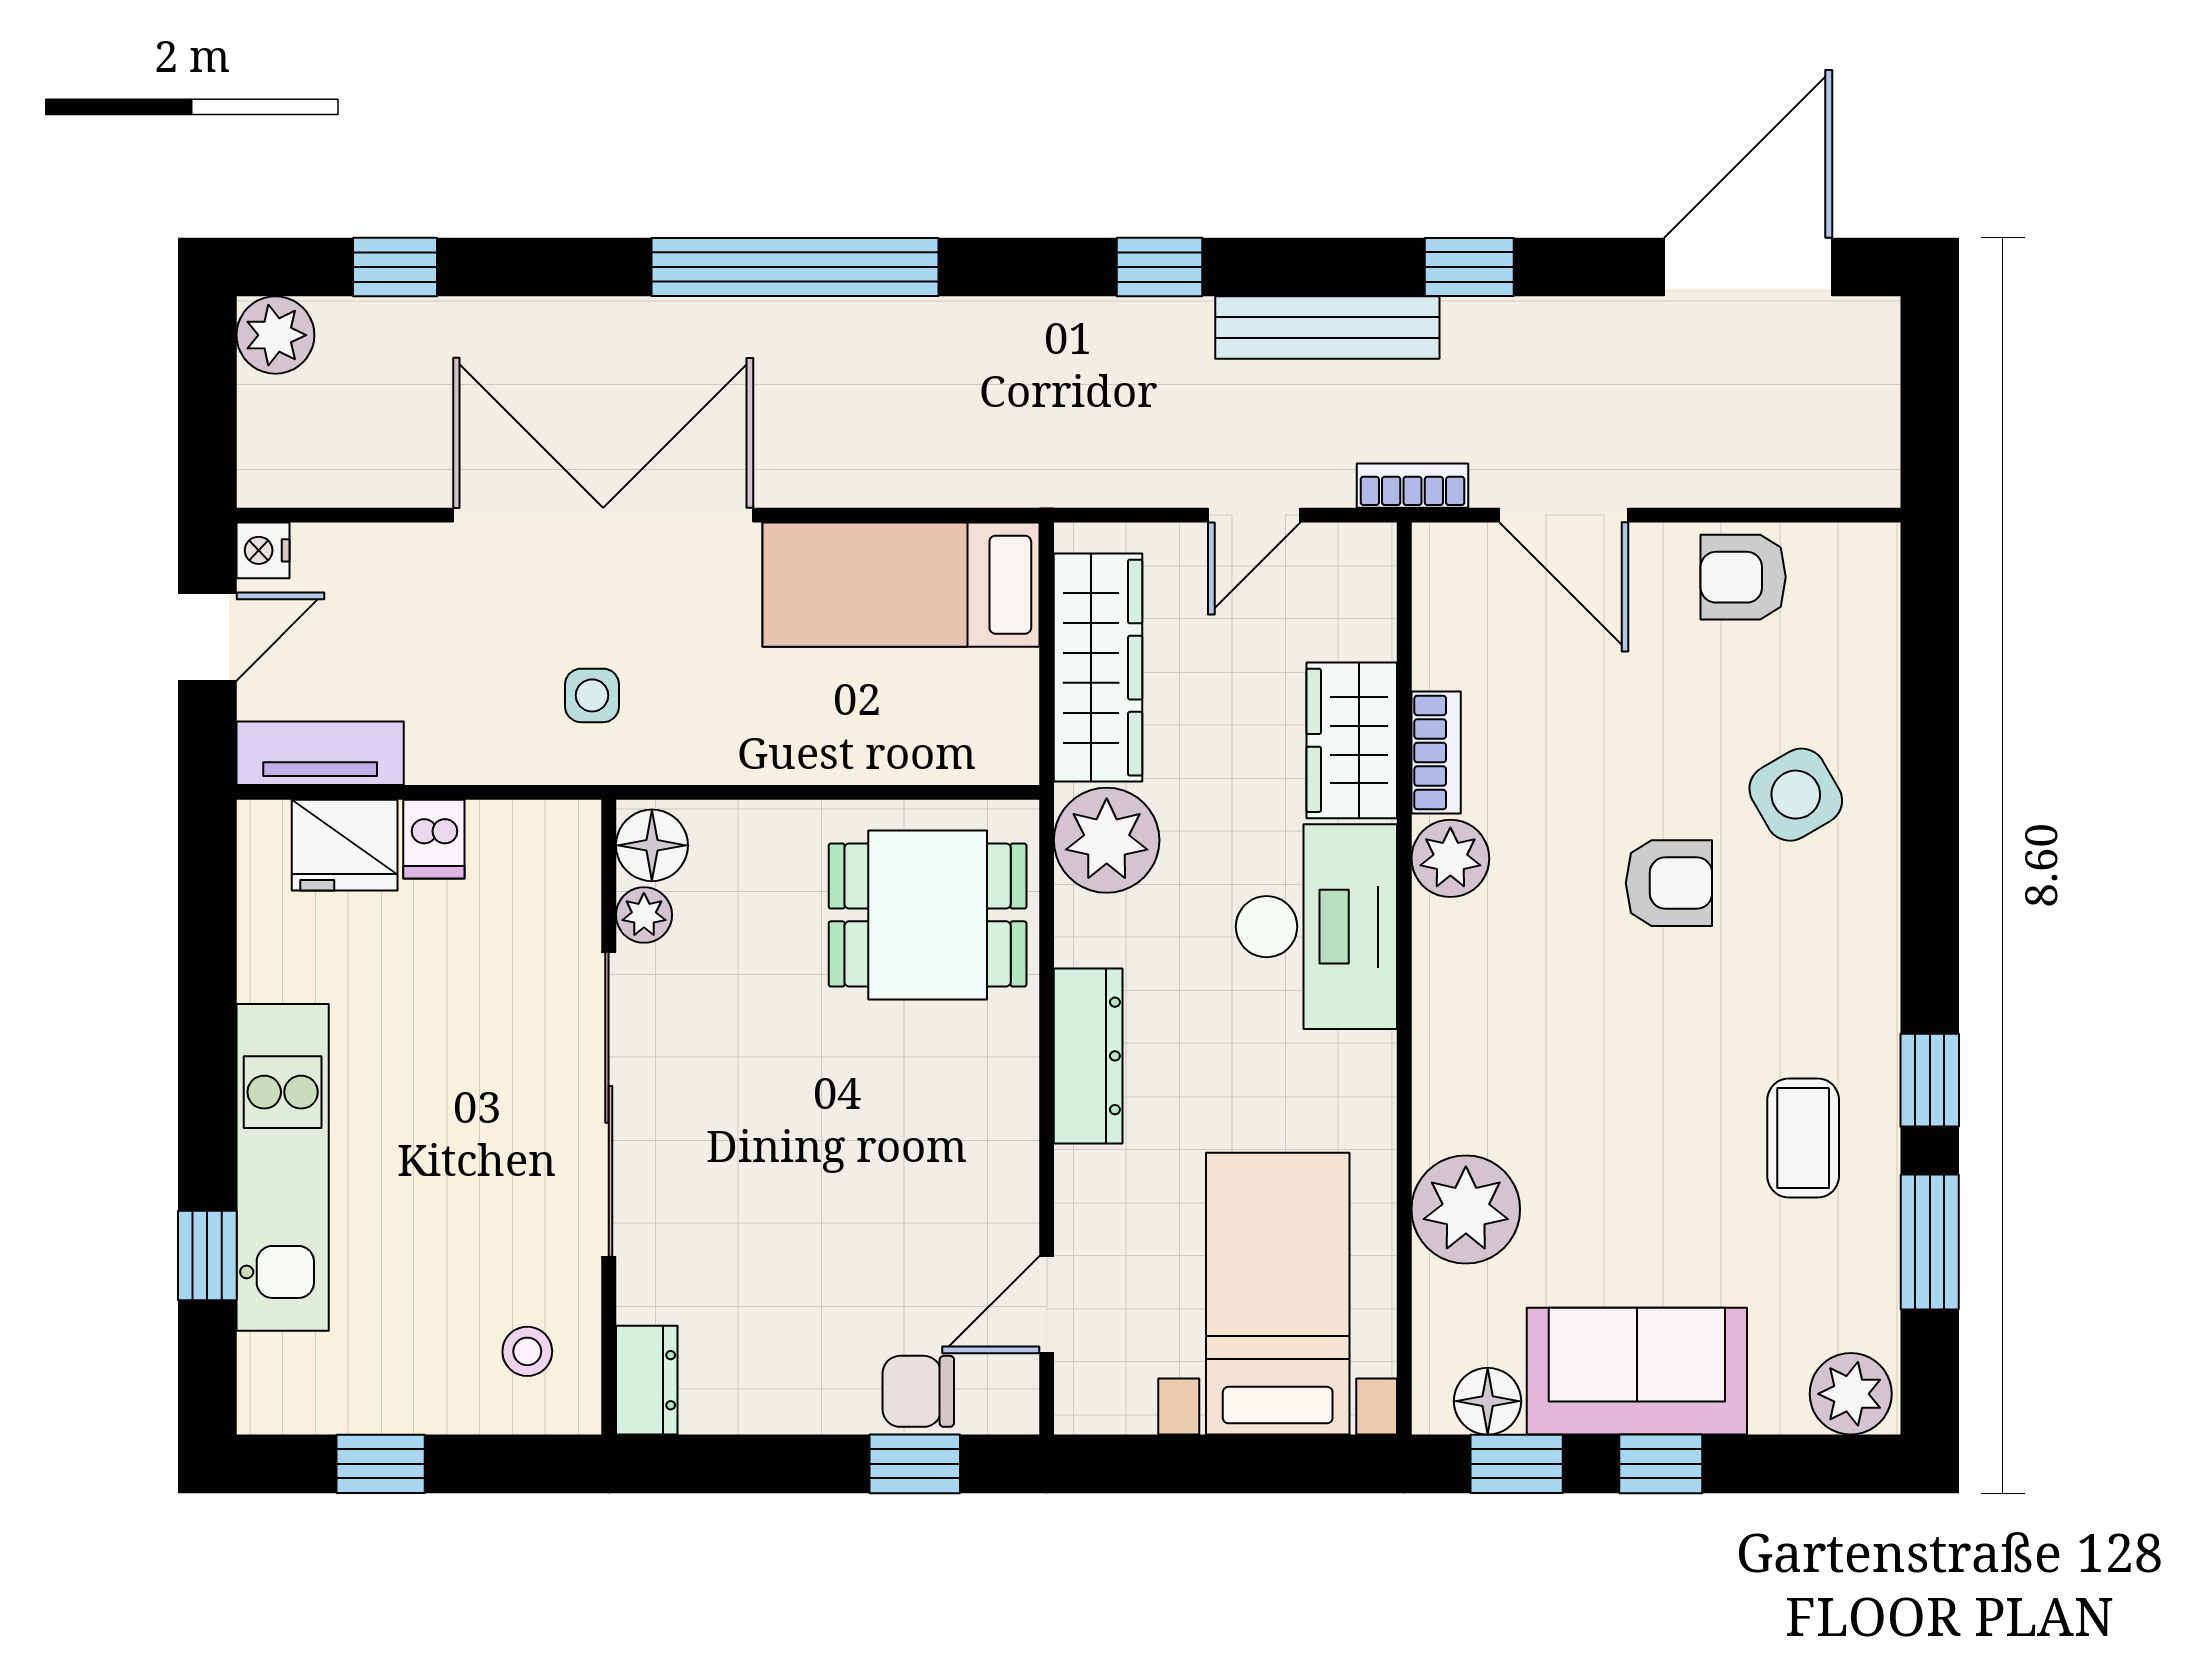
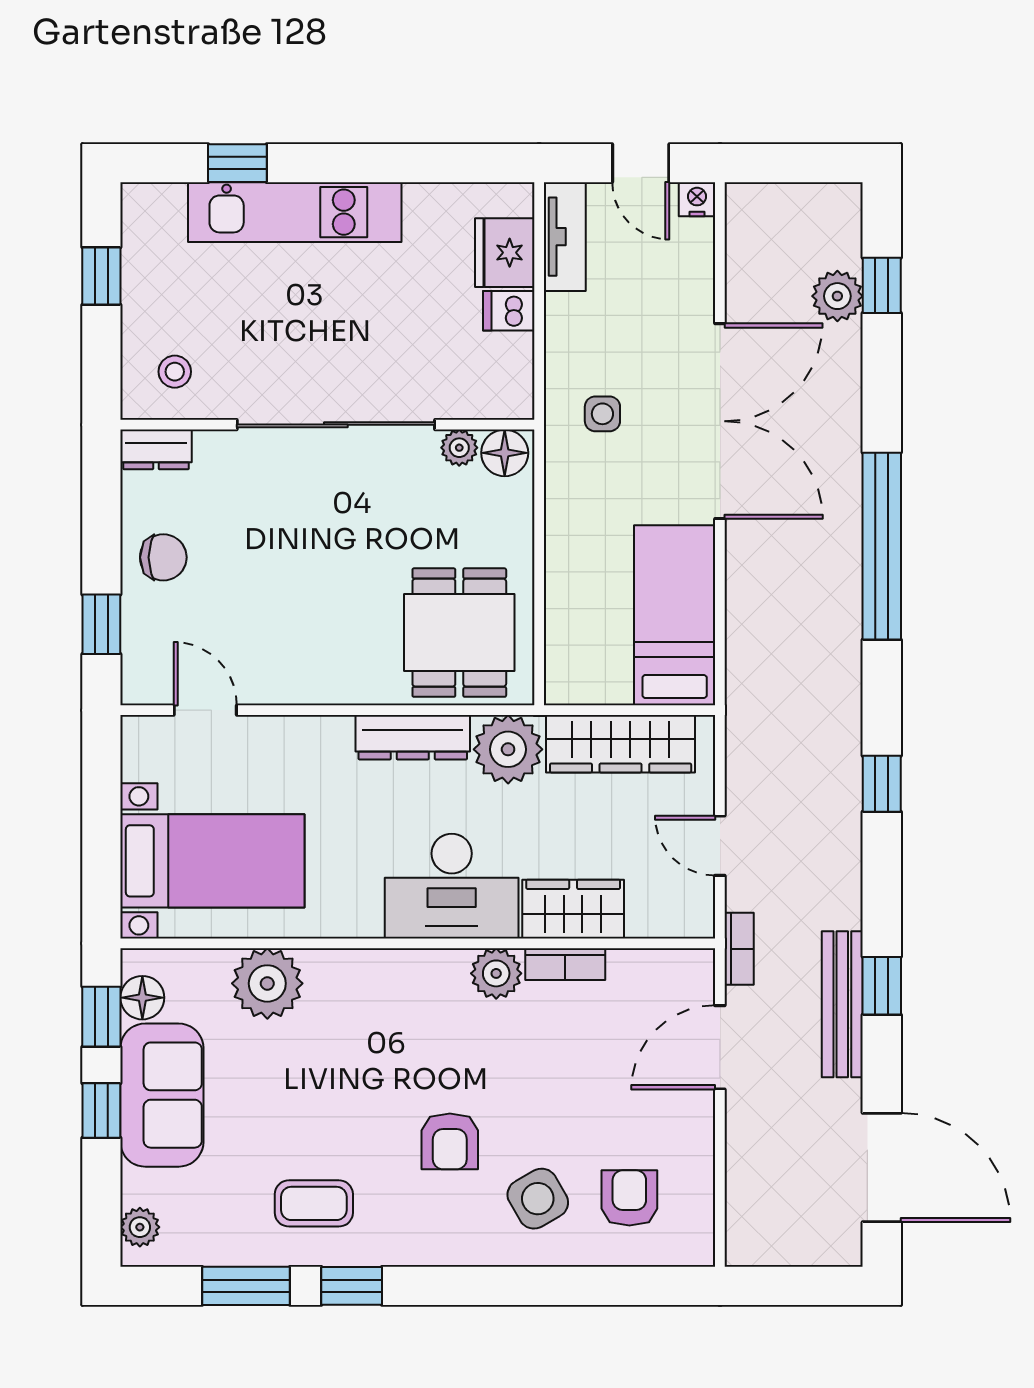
bench: (1327, 328) -> (842, 1004), moved
plant: (275, 335) -> (837, 296), moved
armchair: (1743, 577) -> (629, 1198), moved
armchair: (1669, 883) -> (450, 1141), moved
dresser: (1088, 1056) -> (413, 737), moved
chair: (918, 1391) -> (163, 557), moved, turned 90
plant: (1851, 1394) -> (140, 1227), width x0.73, depth x0.73

